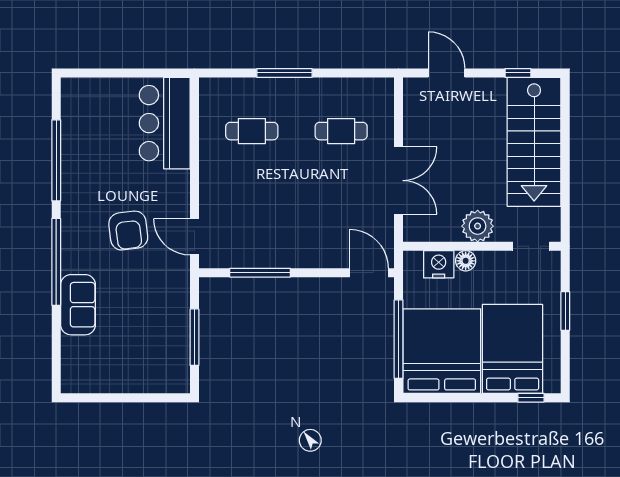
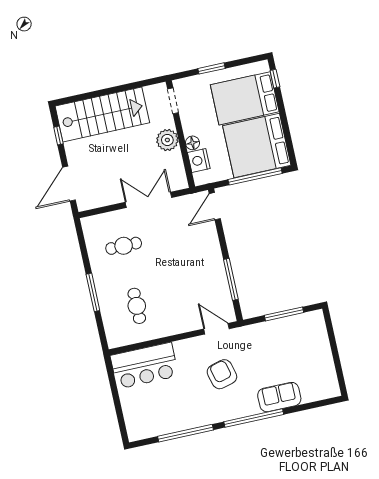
door: (446, 73) -> (69, 184), width x1.36
cafe table: (341, 131) -> (124, 246), turned 90
armchair: (128, 231) -> (222, 374), turned -98
door: (194, 237) -> (216, 329), swing flipped

